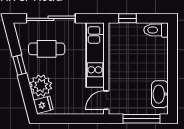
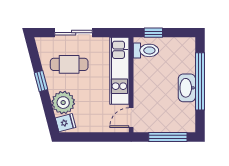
sliding door: (51, 18) -> (74, 33), width x0.73
toilet: (156, 30) -> (146, 50), moved, turned 180
window: (172, 65) -> (200, 81), added
washbasin: (160, 94) -> (187, 88), moved

